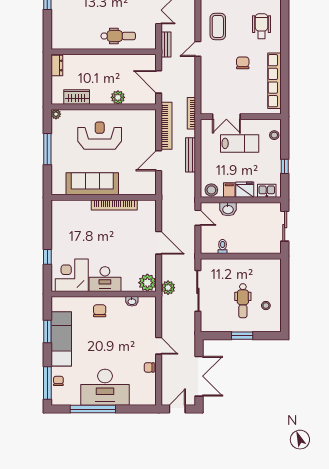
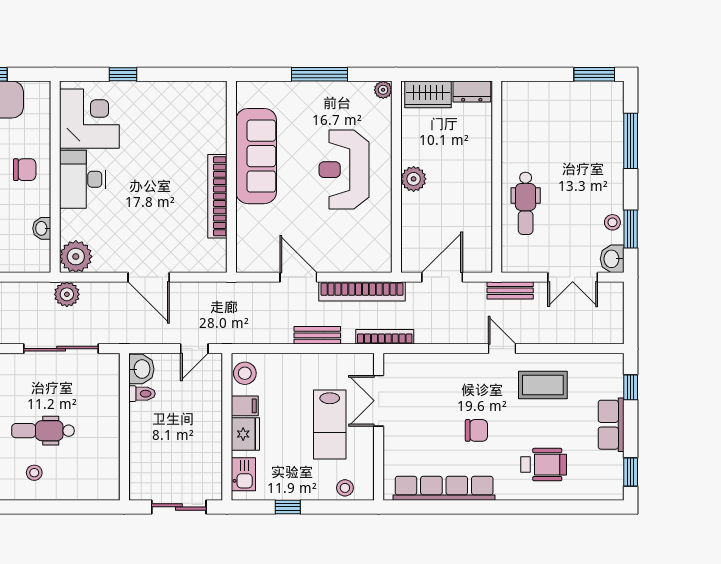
wardrobe: (77, 97) -> (428, 94), moved, turned 90
plant: (118, 97) -> (414, 179), moved
reception desk: (100, 136) -> (344, 170), turned 180
bench: (191, 155) -> (317, 335), width x0.73
washbasin: (228, 209) -> (141, 369), moved, turned 180
door: (159, 243) -> (149, 277), hinge flipped

